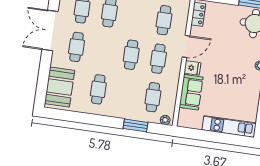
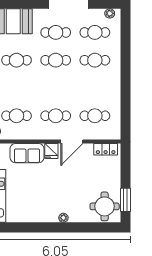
door: (186, 46) -> (72, 141), hinge flipped
cafe table: (131, 55) -> (56, 60), moved

